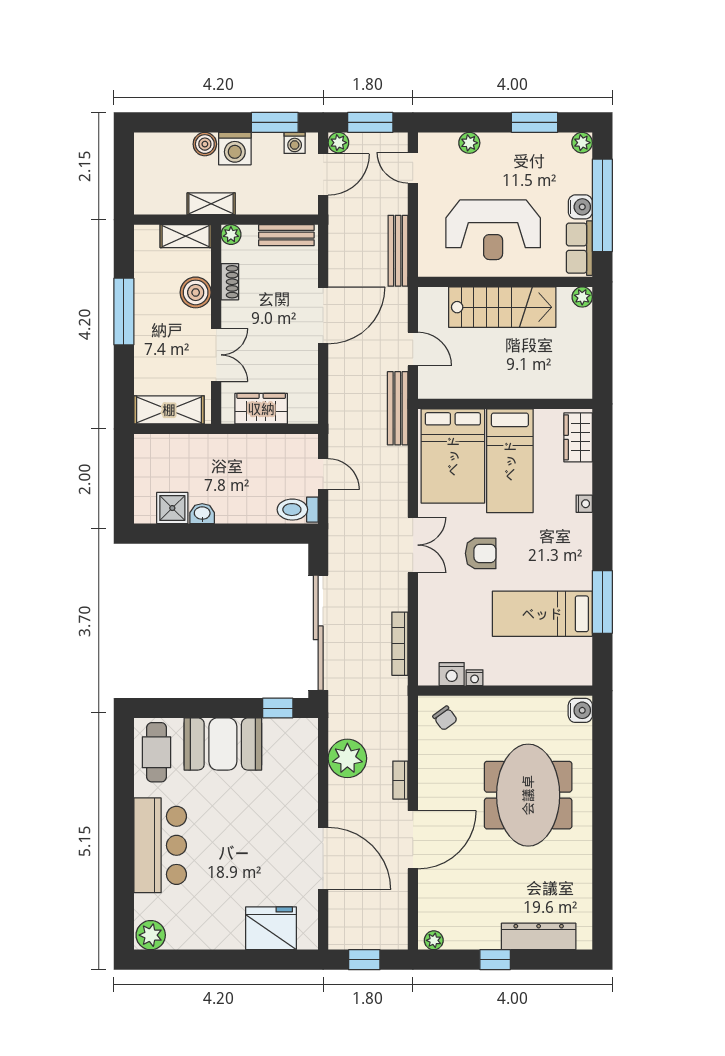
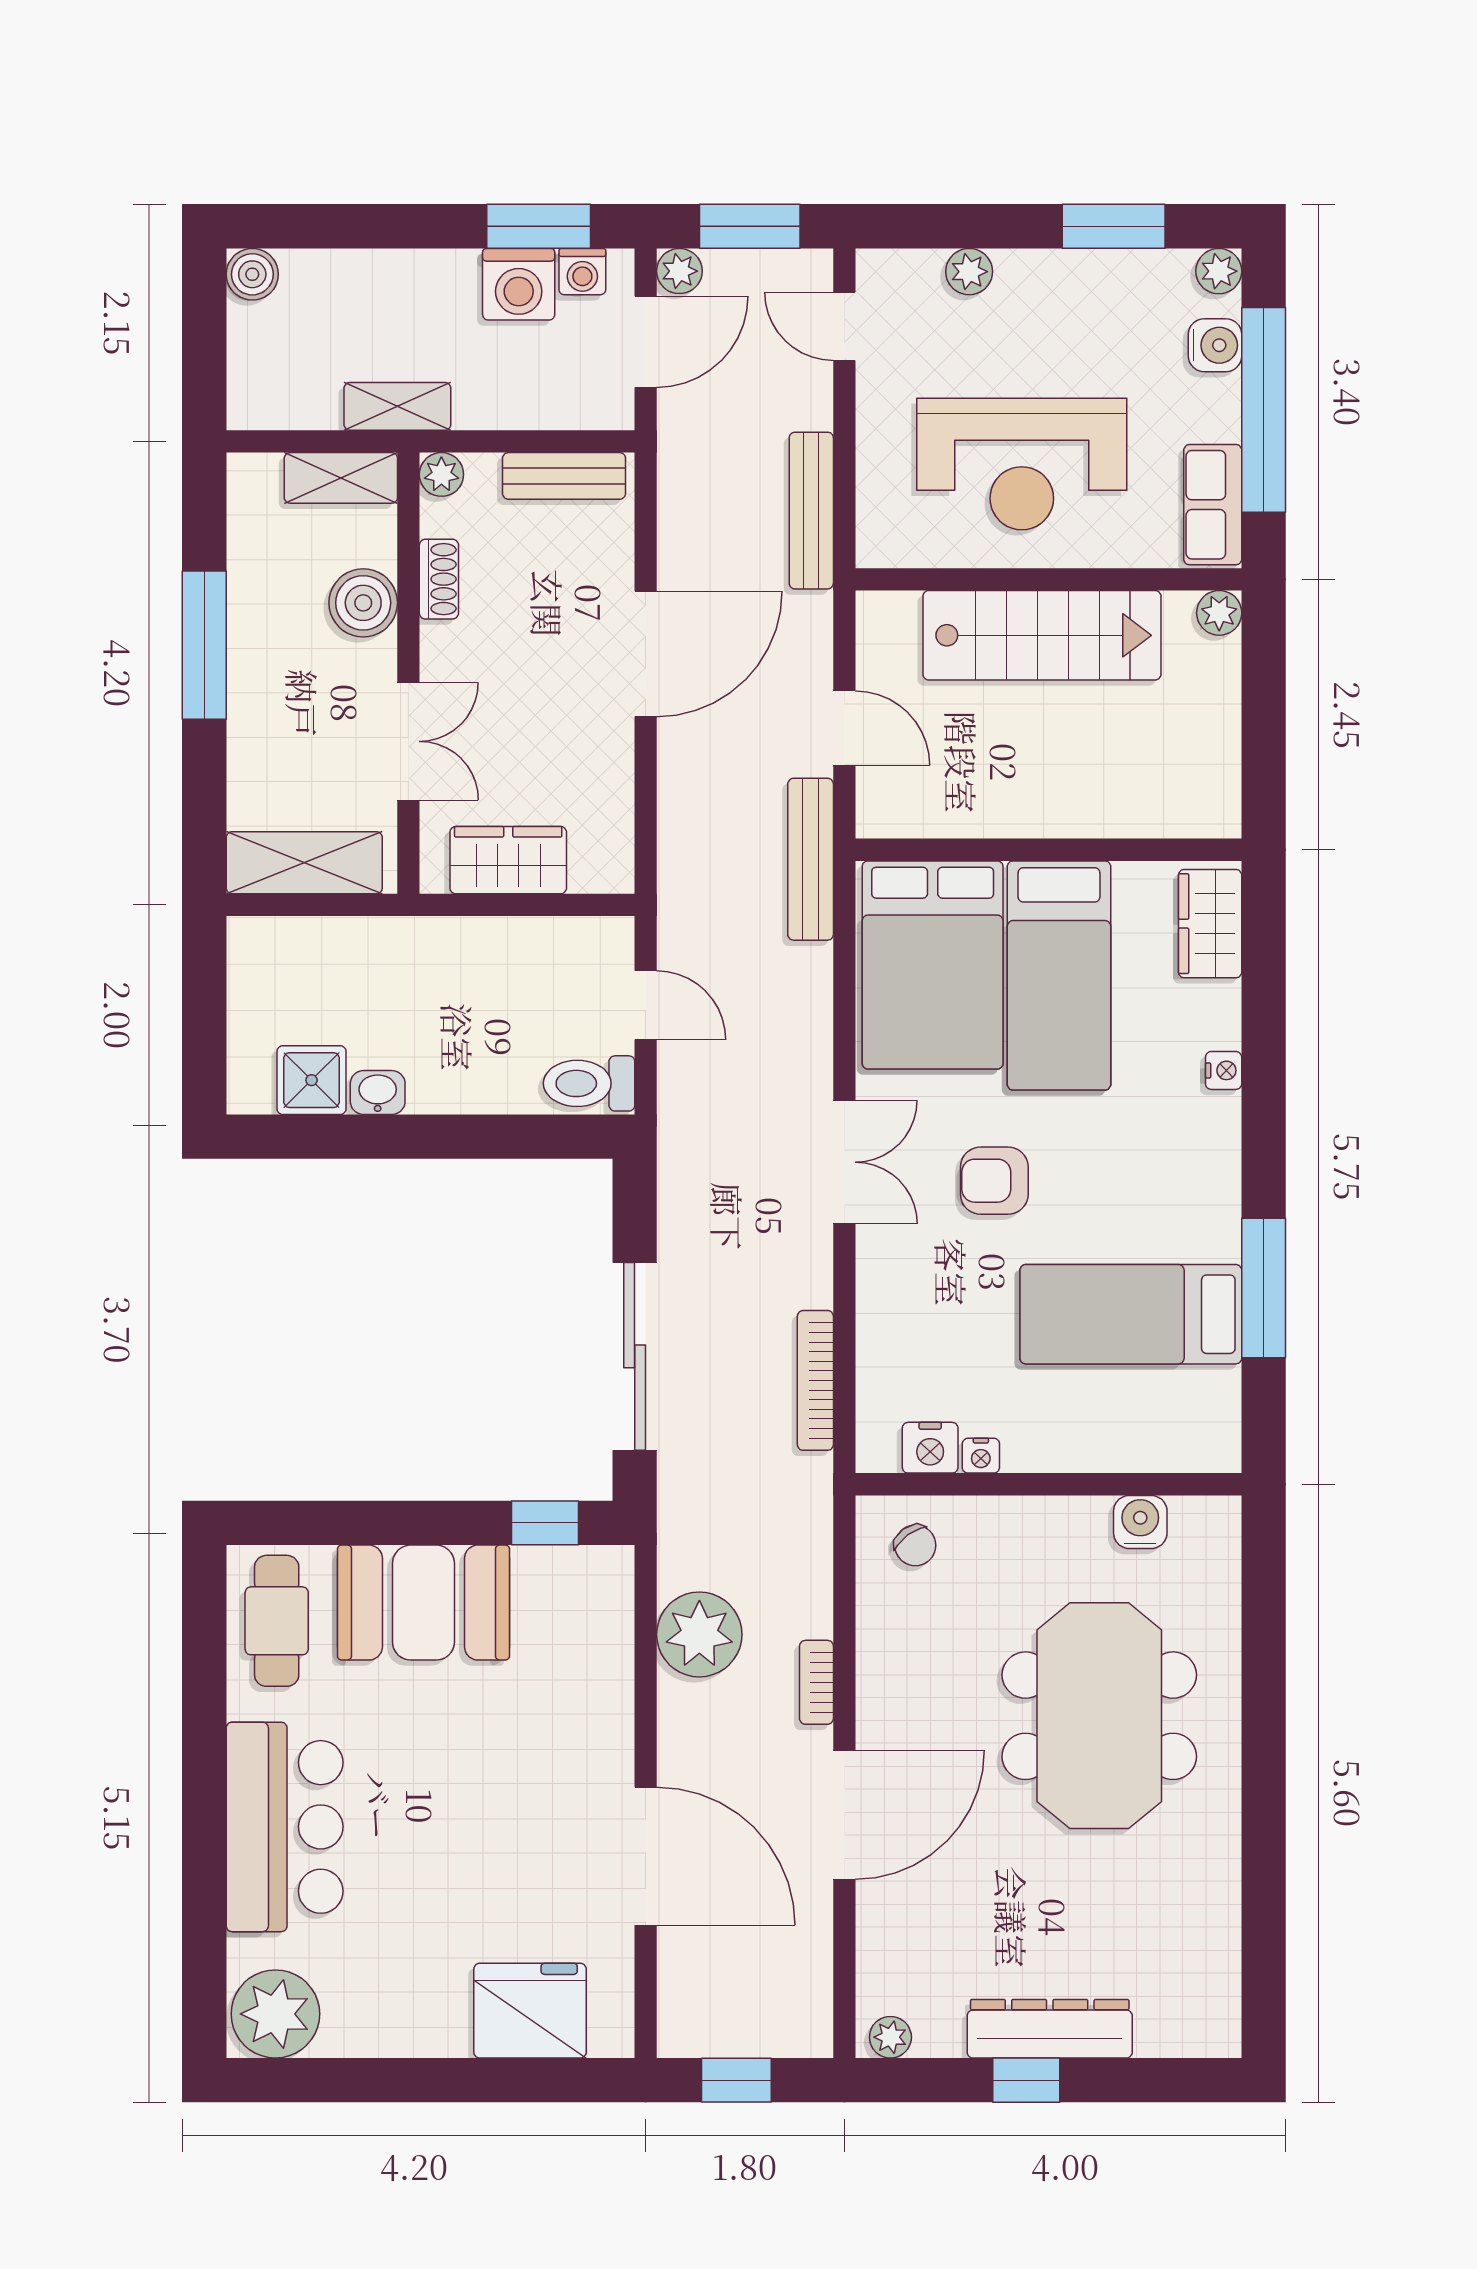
boiler: (205, 144) -> (252, 274), moved
washing machine: (235, 149) -> (519, 284), moved
water cooler: (580, 207) -> (1215, 345), moved
armchair: (481, 553) -> (994, 1181), turned 180
sliding door: (318, 633) -> (635, 1356), width x0.73
water cooler: (580, 710) -> (1140, 1522), moved, turned -90
plant: (151, 935) -> (275, 2014), width x1.36, depth x1.36
dresser: (539, 936) -> (1050, 2029), moved

